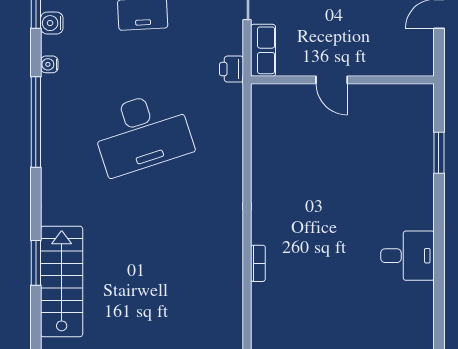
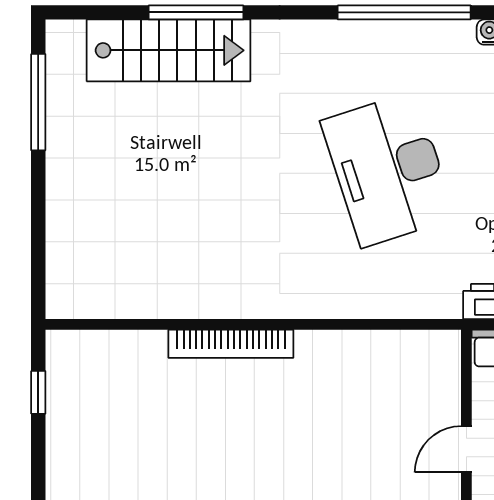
window: (36, 263) -> (196, 12), width x1.44
bookcase: (258, 263) -> (231, 344), width x2.31, depth x1.31

